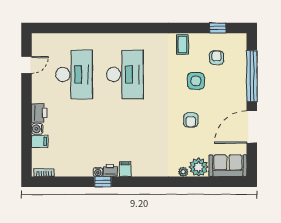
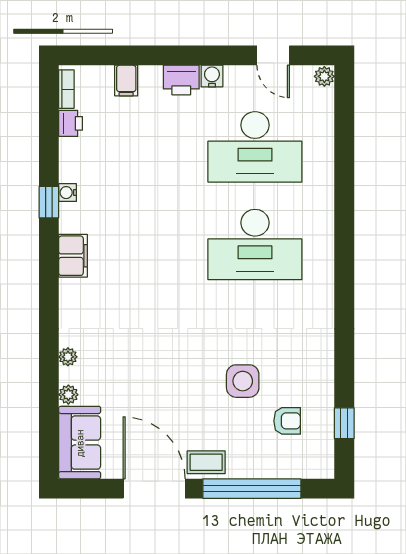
plant: (37, 38) -> (324, 76), added
coffee table: (182, 44) -> (206, 462), moved
armchair: (191, 120) -> (168, 371), removed
water cooler: (37, 129) -> (212, 76), moved
plant: (199, 167) -> (68, 395), width x0.53, depth x0.53
filing cabinet: (125, 169) -> (73, 256), width x2.00
printer: (110, 170) -> (71, 123), moved

